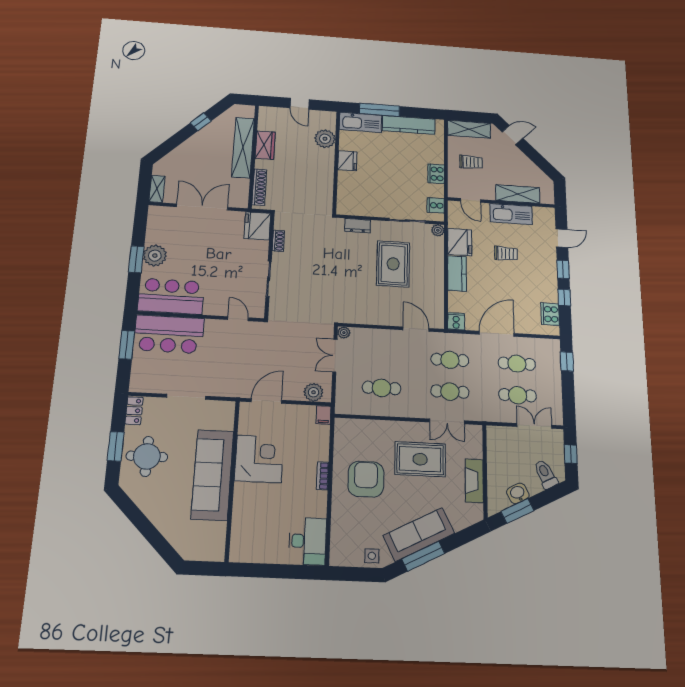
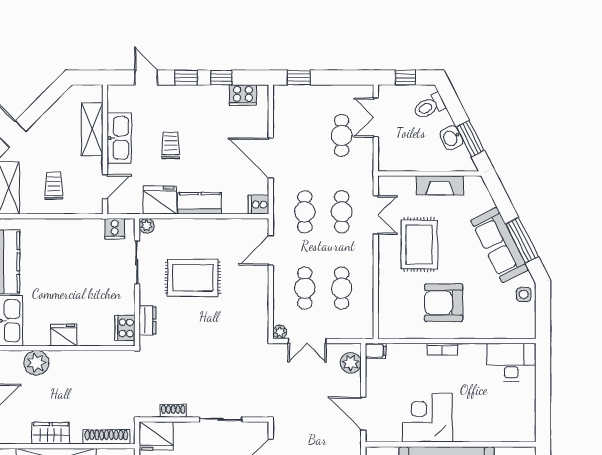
cooker: (436, 174) -> (125, 328), moved, turned 90
cafe table: (517, 364) -> (305, 288), moved

